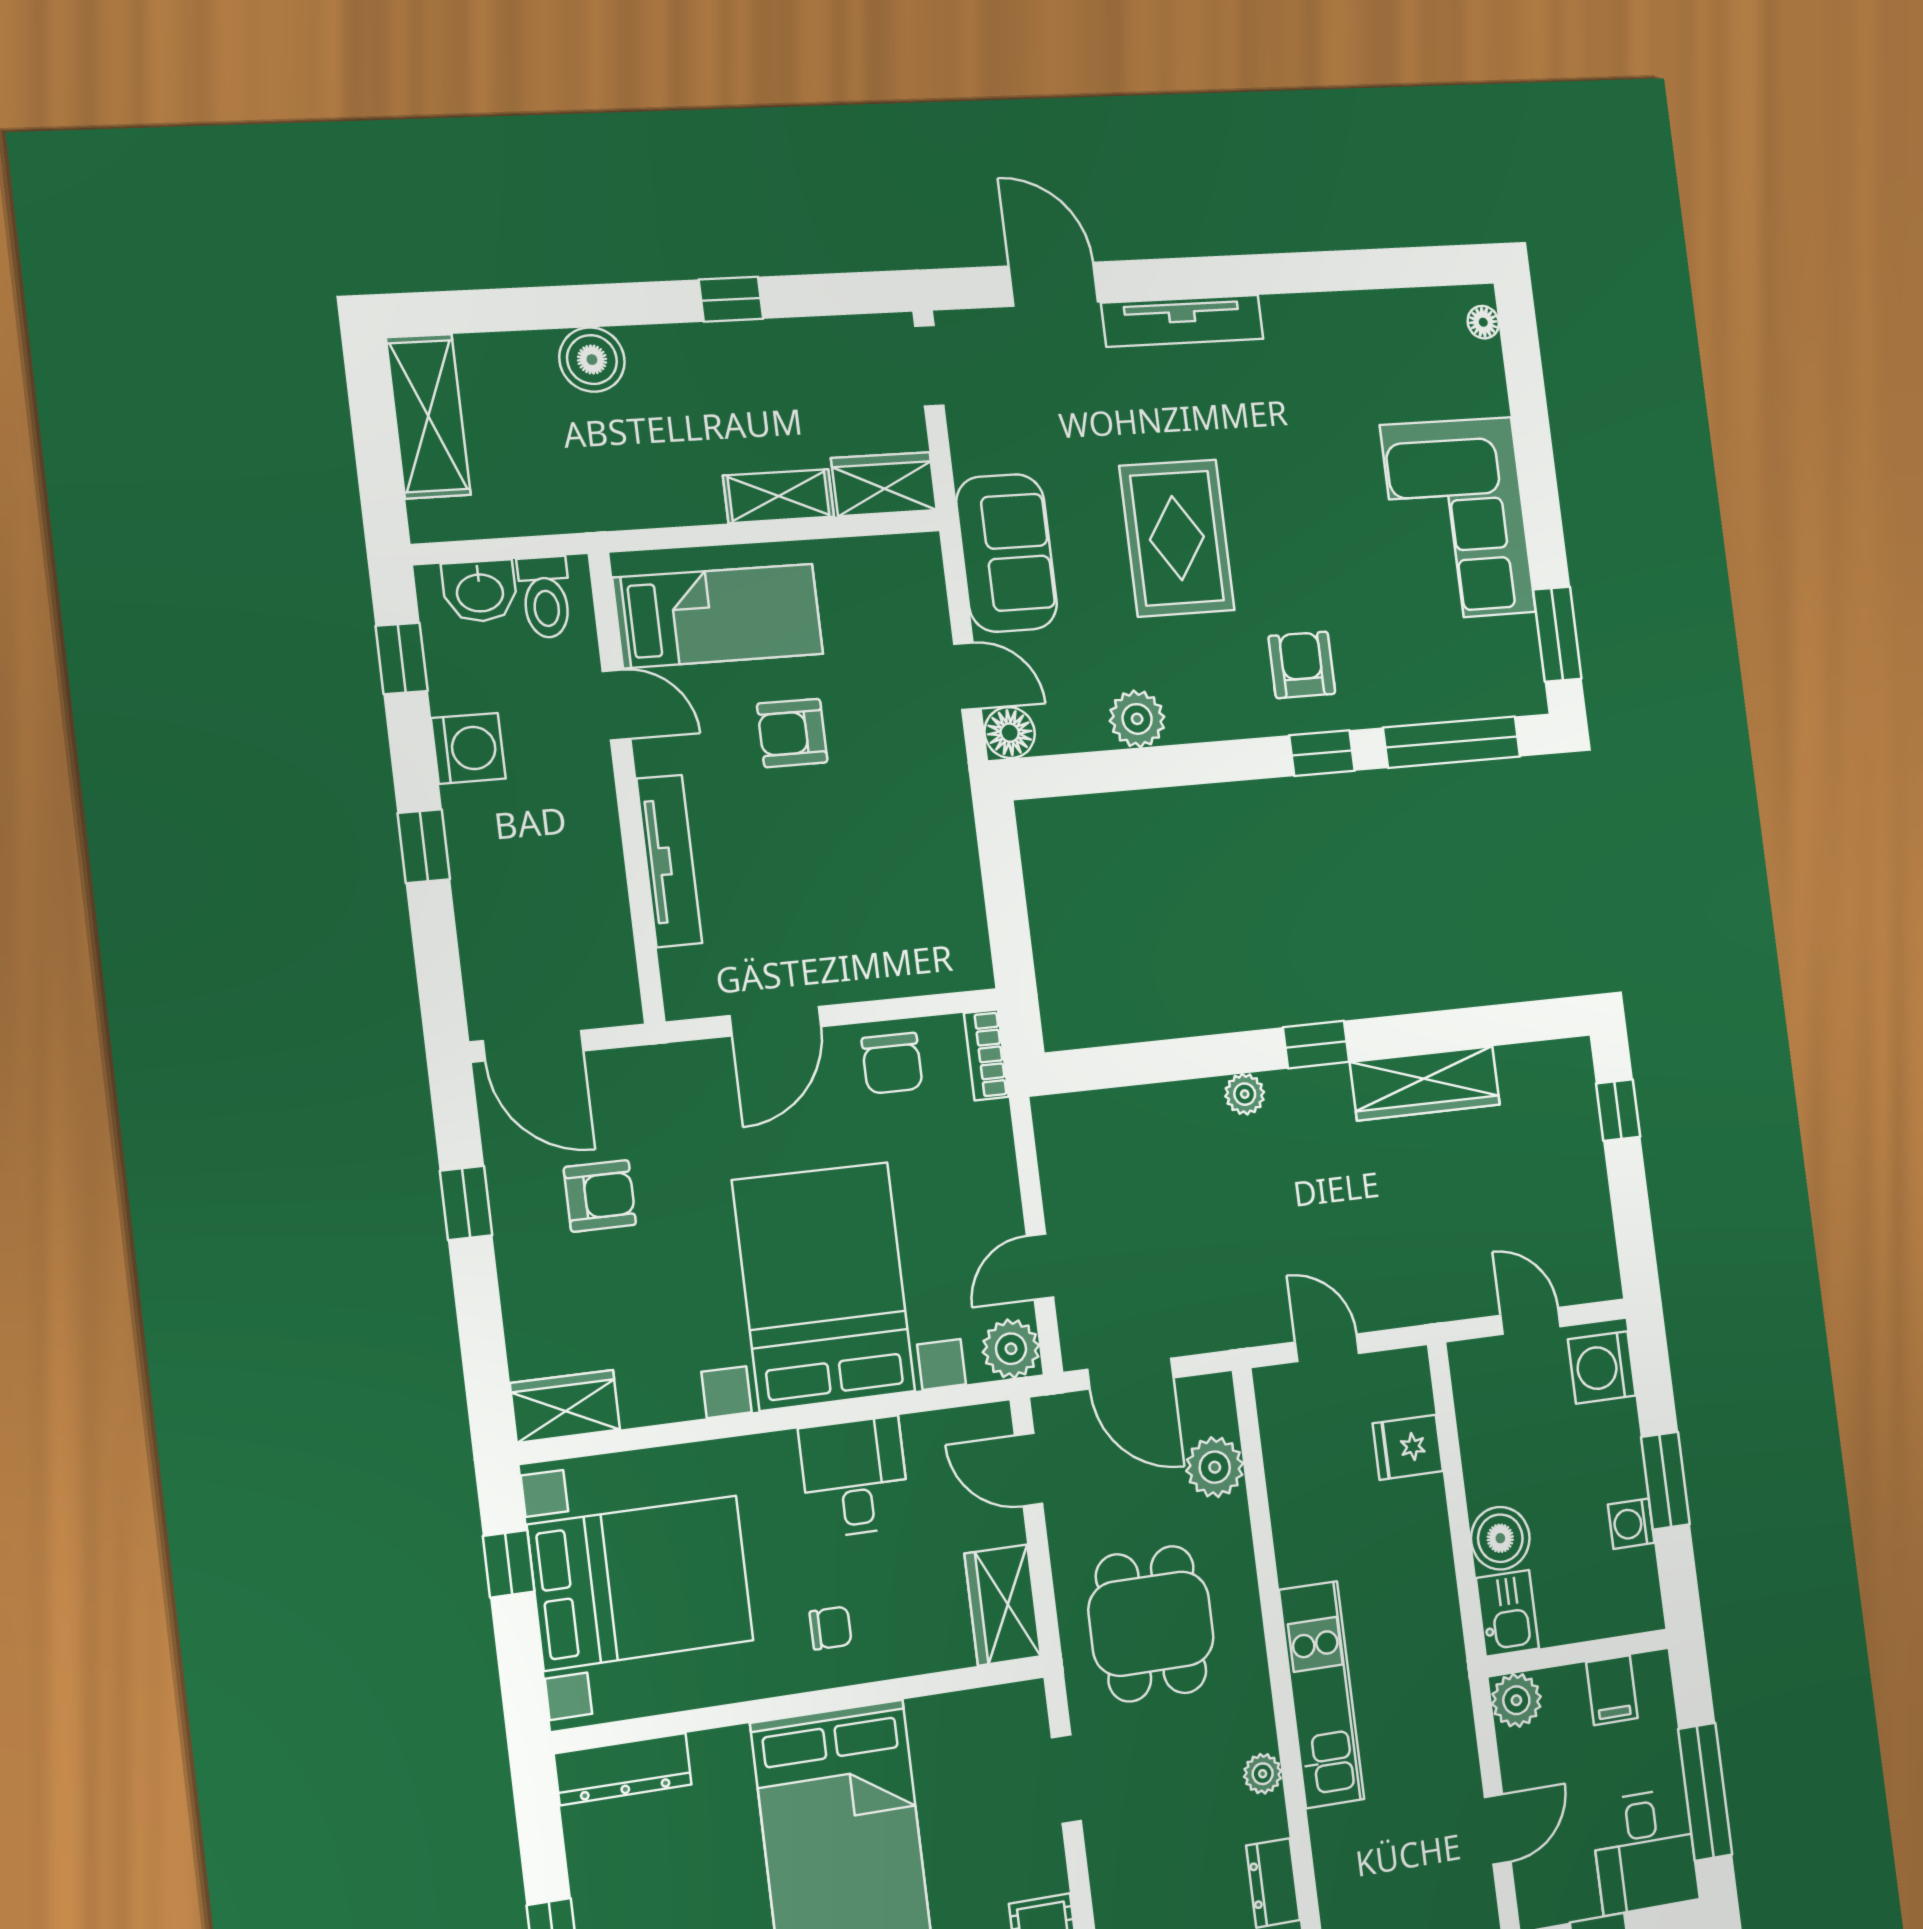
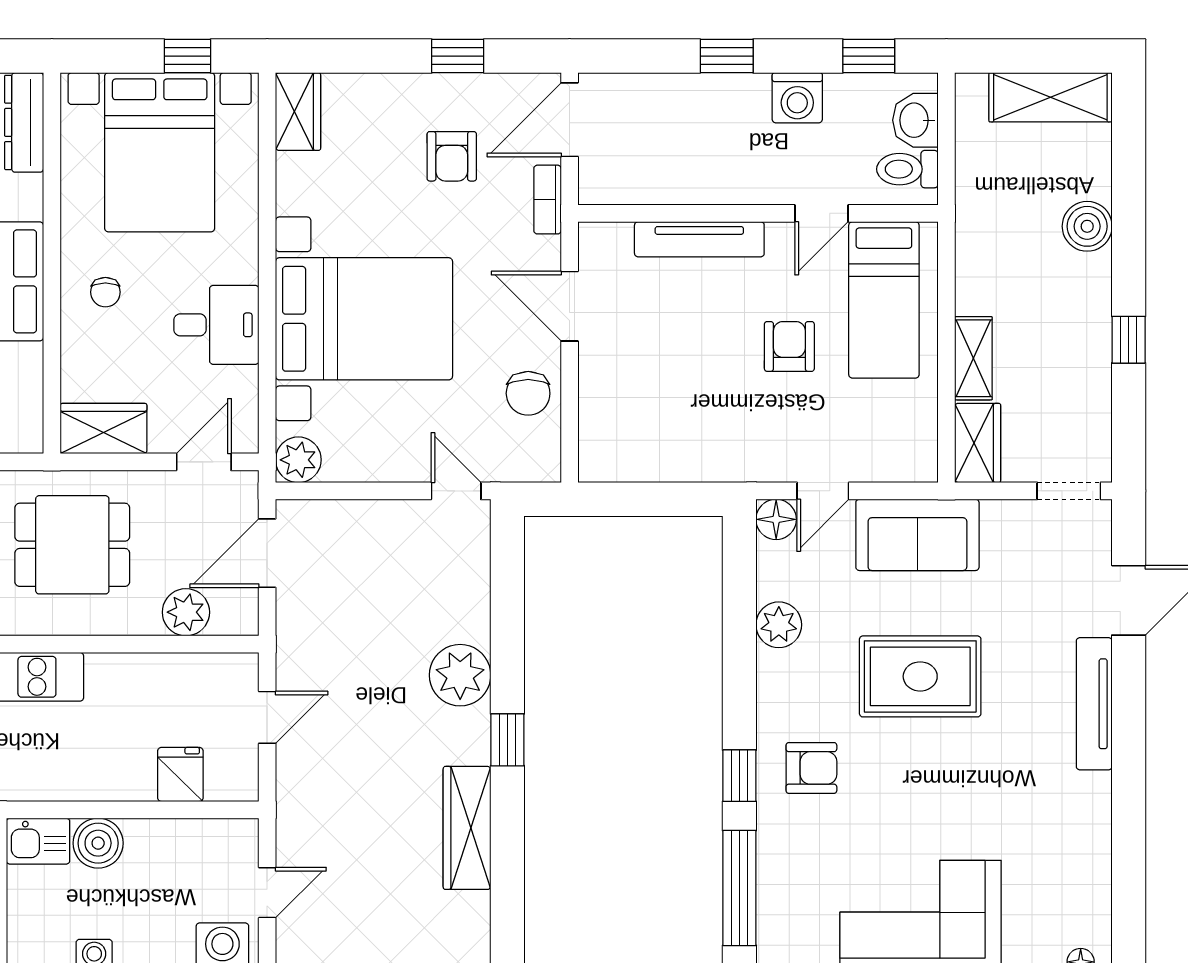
bookcase: (986, 1055) -> (548, 200), moved, turned -90
chair: (892, 1063) -> (528, 393), turned -90
plant: (1245, 1094) -> (460, 675), width x1.88, depth x1.88
door: (1040, 1267) -> (456, 491), moved

